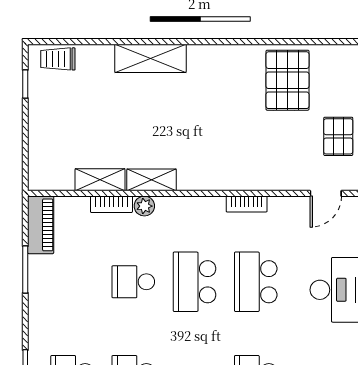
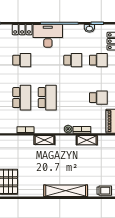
shelving: (150, 58) -> (66, 191), width x1.47
shelving: (152, 180) -> (44, 140), moved
school desk: (133, 282) -> (98, 98), moved

